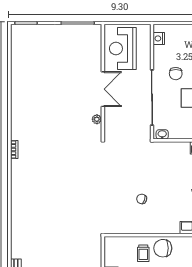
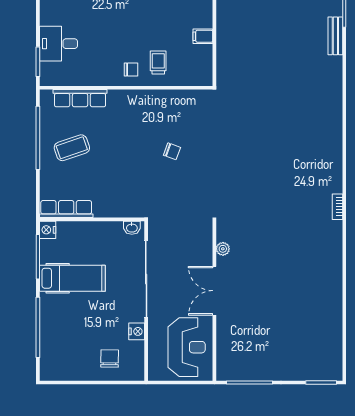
nightstand: (159, 38) -> (137, 331), moved
chair: (176, 74) -> (110, 358), moved
chair: (142, 199) -> (172, 151), moved
chair: (163, 248) -> (131, 70), width x0.54, depth x0.54

